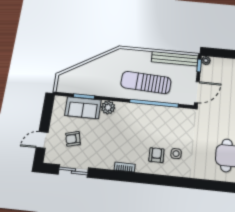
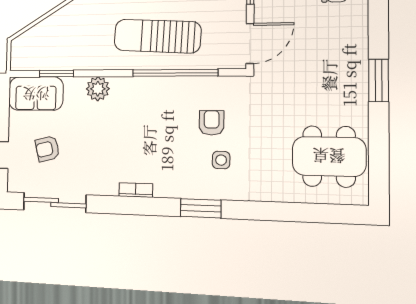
sofa: (83, 108) -> (36, 94), moved
armchair: (156, 155) -> (212, 123), moved
sliding door: (73, 171) -> (55, 203), width x1.37
window: (162, 180) -> (201, 208), added

